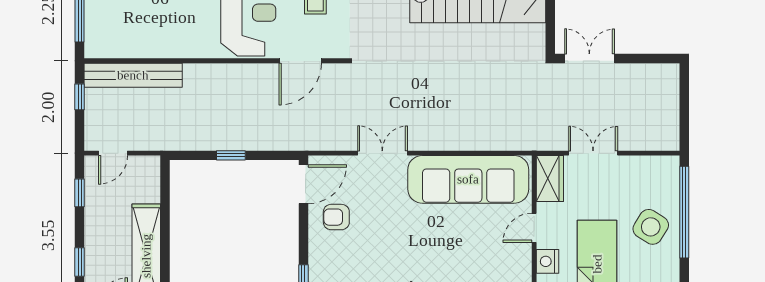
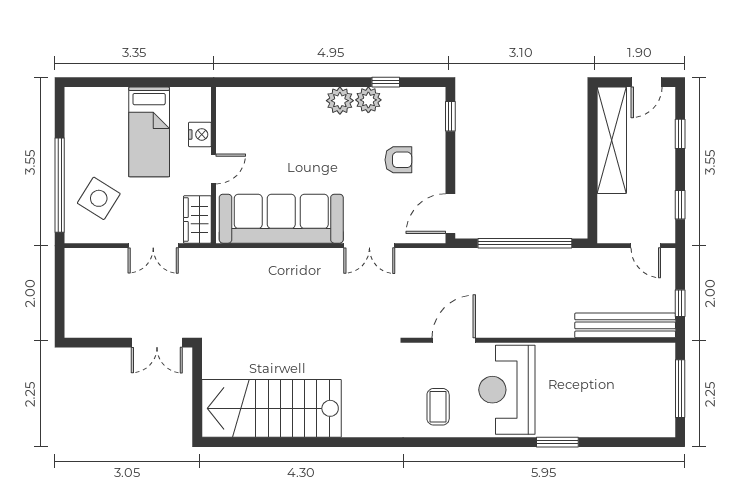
door: (113, 153) -> (646, 246), swing flipped
window: (231, 155) -> (525, 243), width x3.17
armchair: (336, 217) -> (398, 160), moved
side table: (651, 227) -> (99, 198), moved

